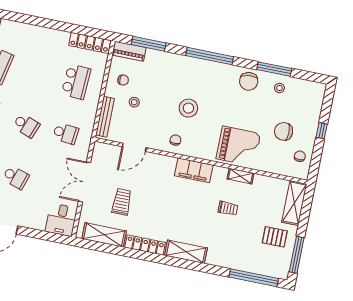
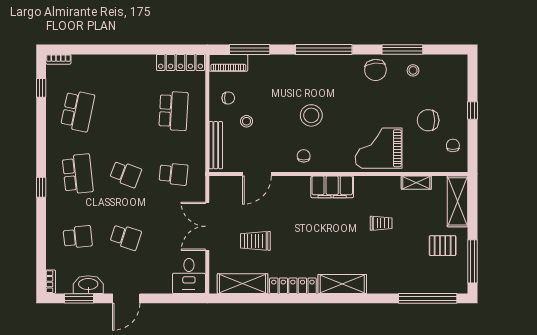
grand piano: (238, 146) -> (379, 148), turned 180
shelving: (240, 176) -> (416, 183), moved
trolley: (122, 202) -> (255, 241), turned -90

